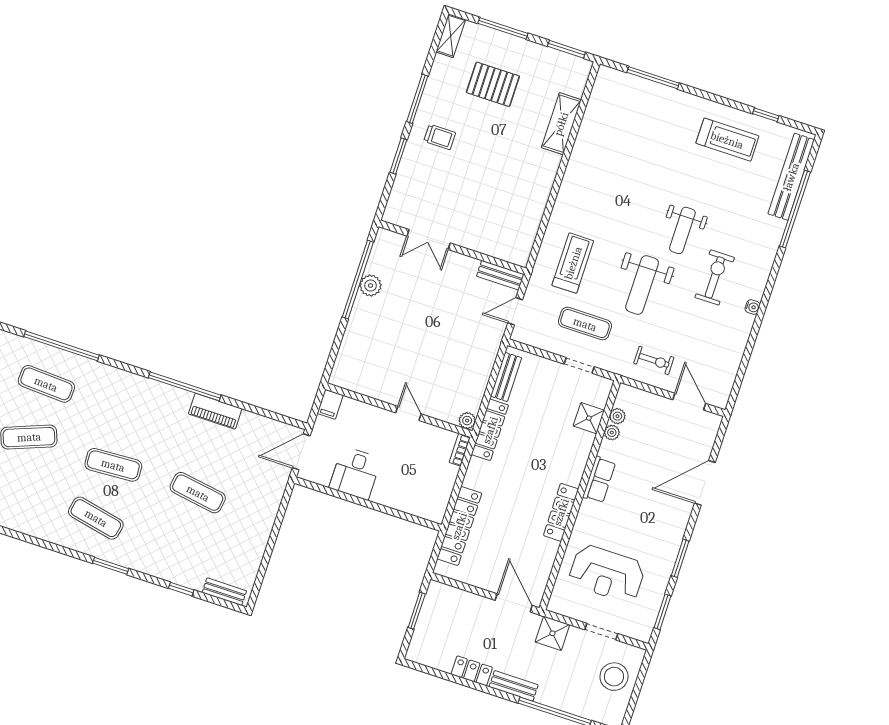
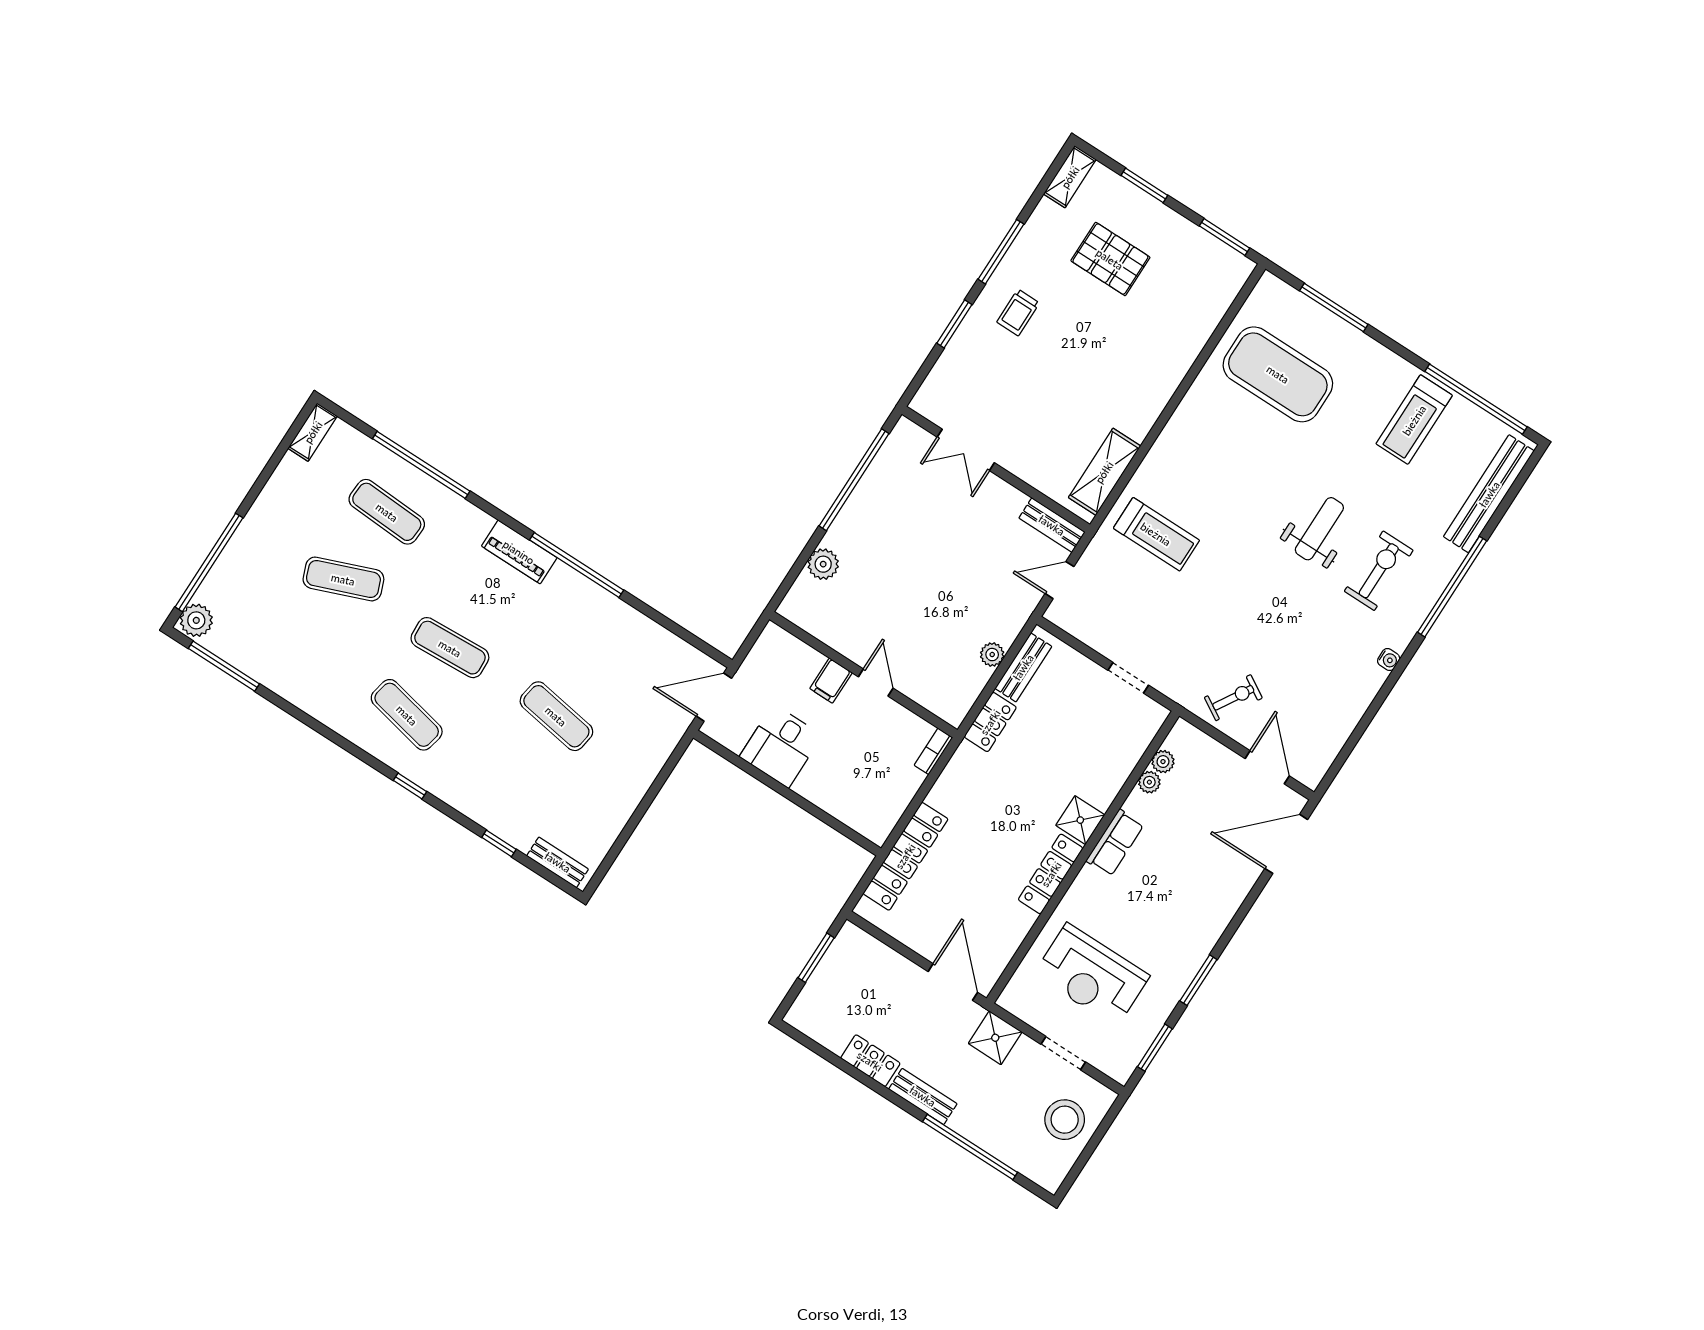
window: (503, 28) -> (1144, 185), width x0.69
window: (766, 115) -> (1476, 399), width x3.17
shelving: (561, 124) -> (1104, 472), moved
trolley: (440, 137) -> (1018, 313), turned 90
treadmill: (727, 140) -> (1414, 420), turned 90
window: (795, 209) -> (1452, 587), moved
weight bench: (682, 230) -> (1319, 529), turned 180
treadmill: (573, 263) -> (1156, 534), turned 90
exercise bike: (715, 277) -> (1379, 571), moved
weight bench: (642, 285) -> (1244, 589), removed
plant: (371, 286) -> (823, 564), moved
exercise mat: (585, 324) -> (1278, 374), moved, width x2.00, depth x1.45
exercise bike: (654, 360) -> (1233, 698), turned -59
filing cabinet: (330, 404) -> (831, 681), moved
piano: (215, 411) -> (519, 552), moved
shower: (589, 418) -> (1080, 820), moved
plant: (467, 421) -> (992, 655), moved
locker: (490, 430) -> (990, 722), width x0.66
door: (705, 483) -> (1286, 844), moved
window: (111, 566) -> (410, 786), width x0.67

